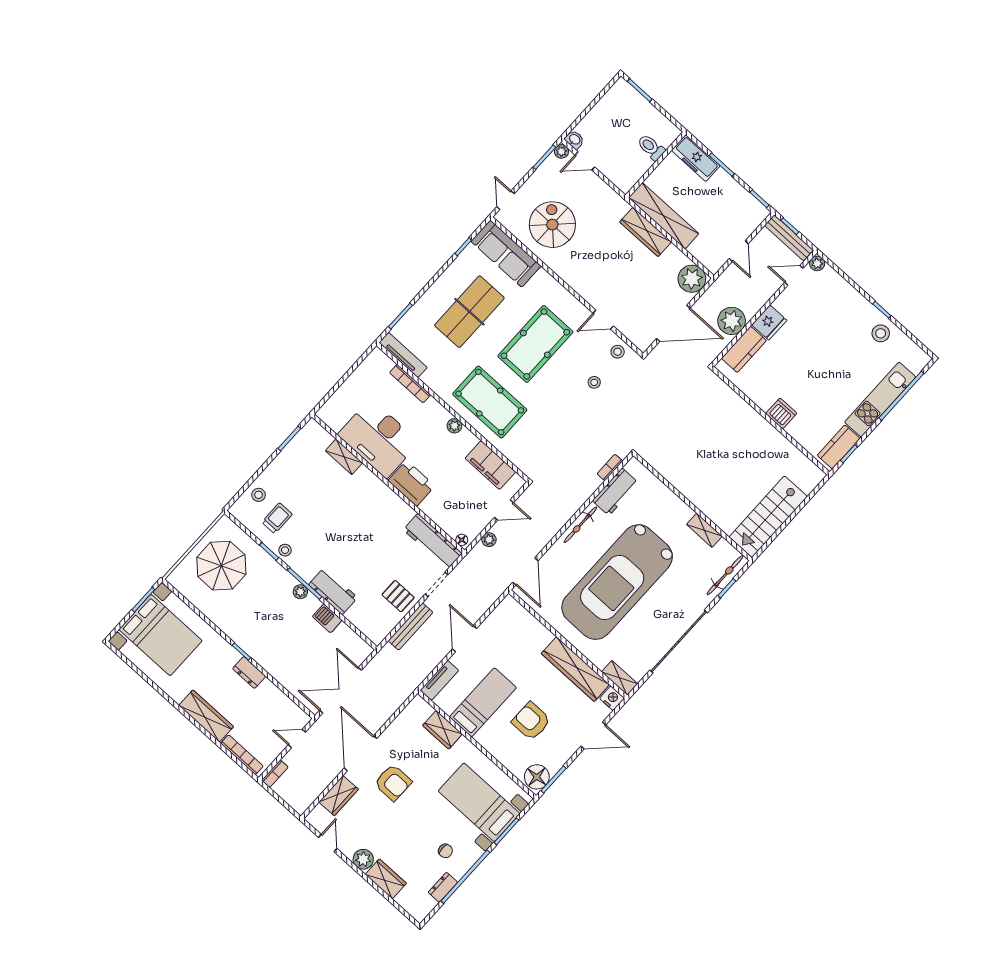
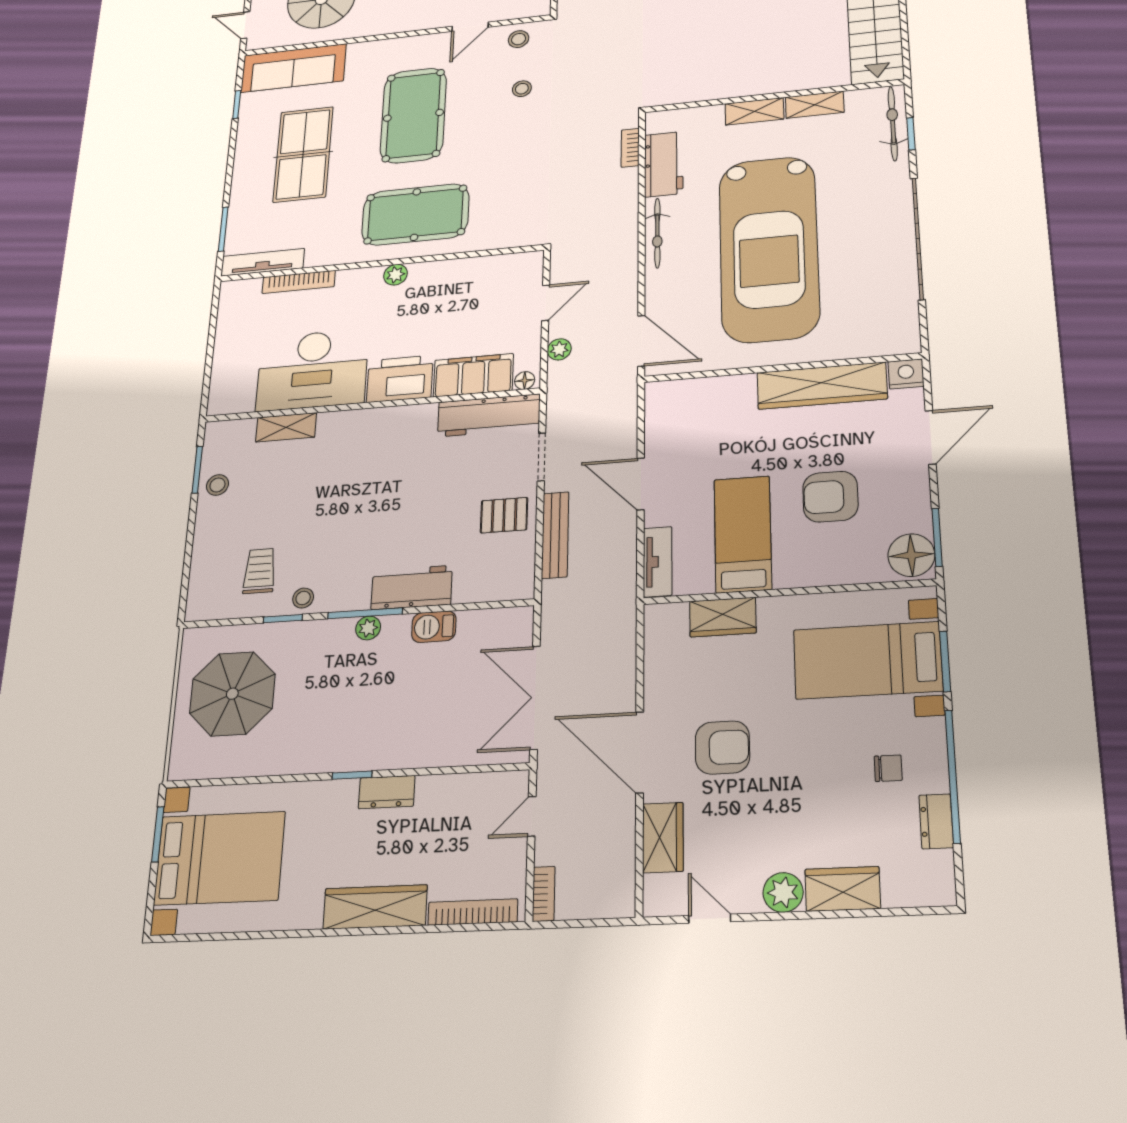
filing cabinet: (490, 465) -> (473, 375), moved, turned 180
stool: (259, 495) -> (217, 485), moved
shelving: (620, 678) -> (754, 111), moved

